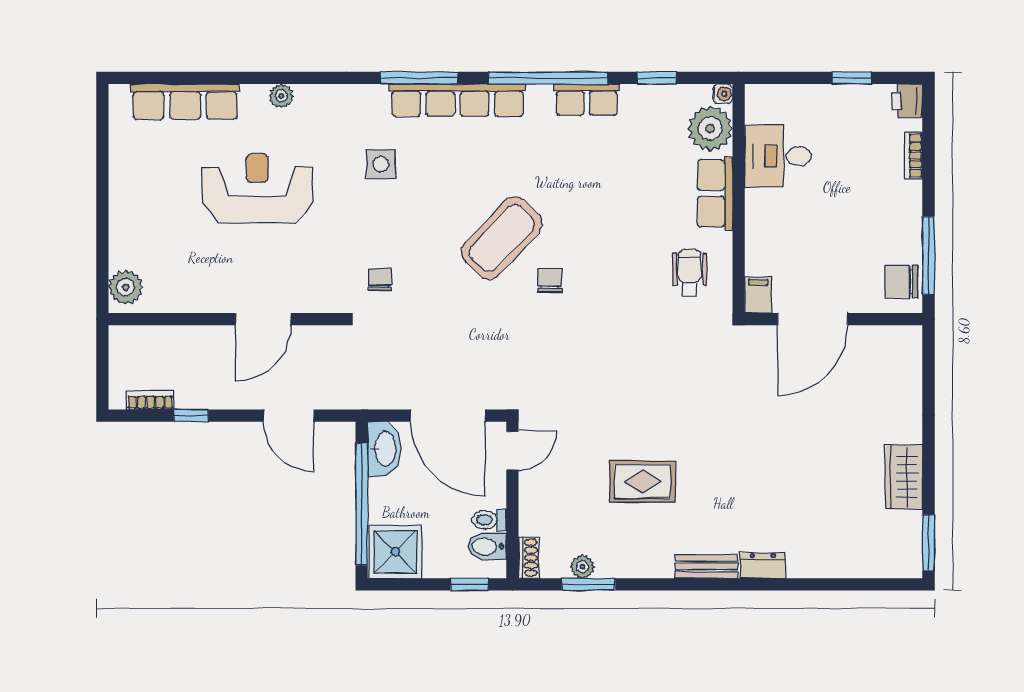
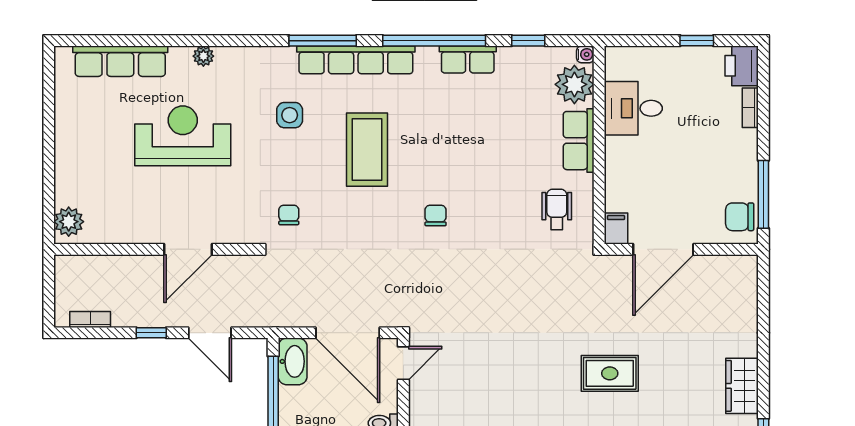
printer: (907, 101) -> (742, 66), width x1.36, depth x1.24
coffee table: (502, 238) -> (367, 150), moved, turned -43
window: (191, 416) -> (151, 333), moved
rug: (642, 482) -> (610, 373), moved

